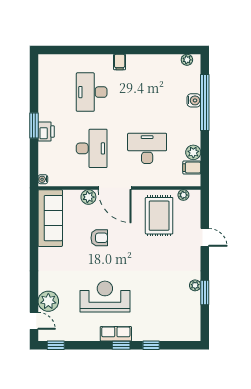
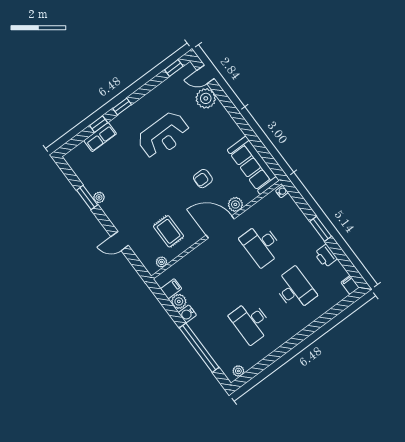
filing cabinet: (120, 62) -> (350, 285), moved
water cooler: (194, 100) -> (187, 314), moved
printer: (46, 132) -> (326, 256), moved
desk: (147, 148) -> (251, 322), moved, turned 90
rug: (159, 216) -> (169, 231), width x0.73, depth x0.70
row of seats: (116, 334) -> (100, 137), moved

